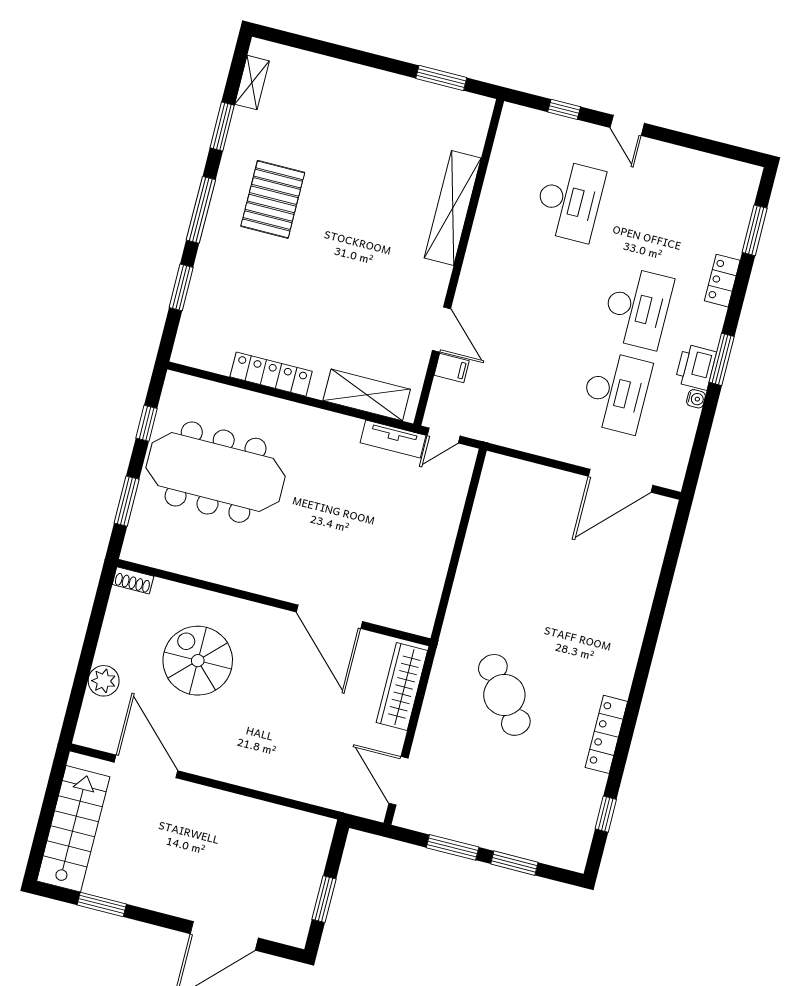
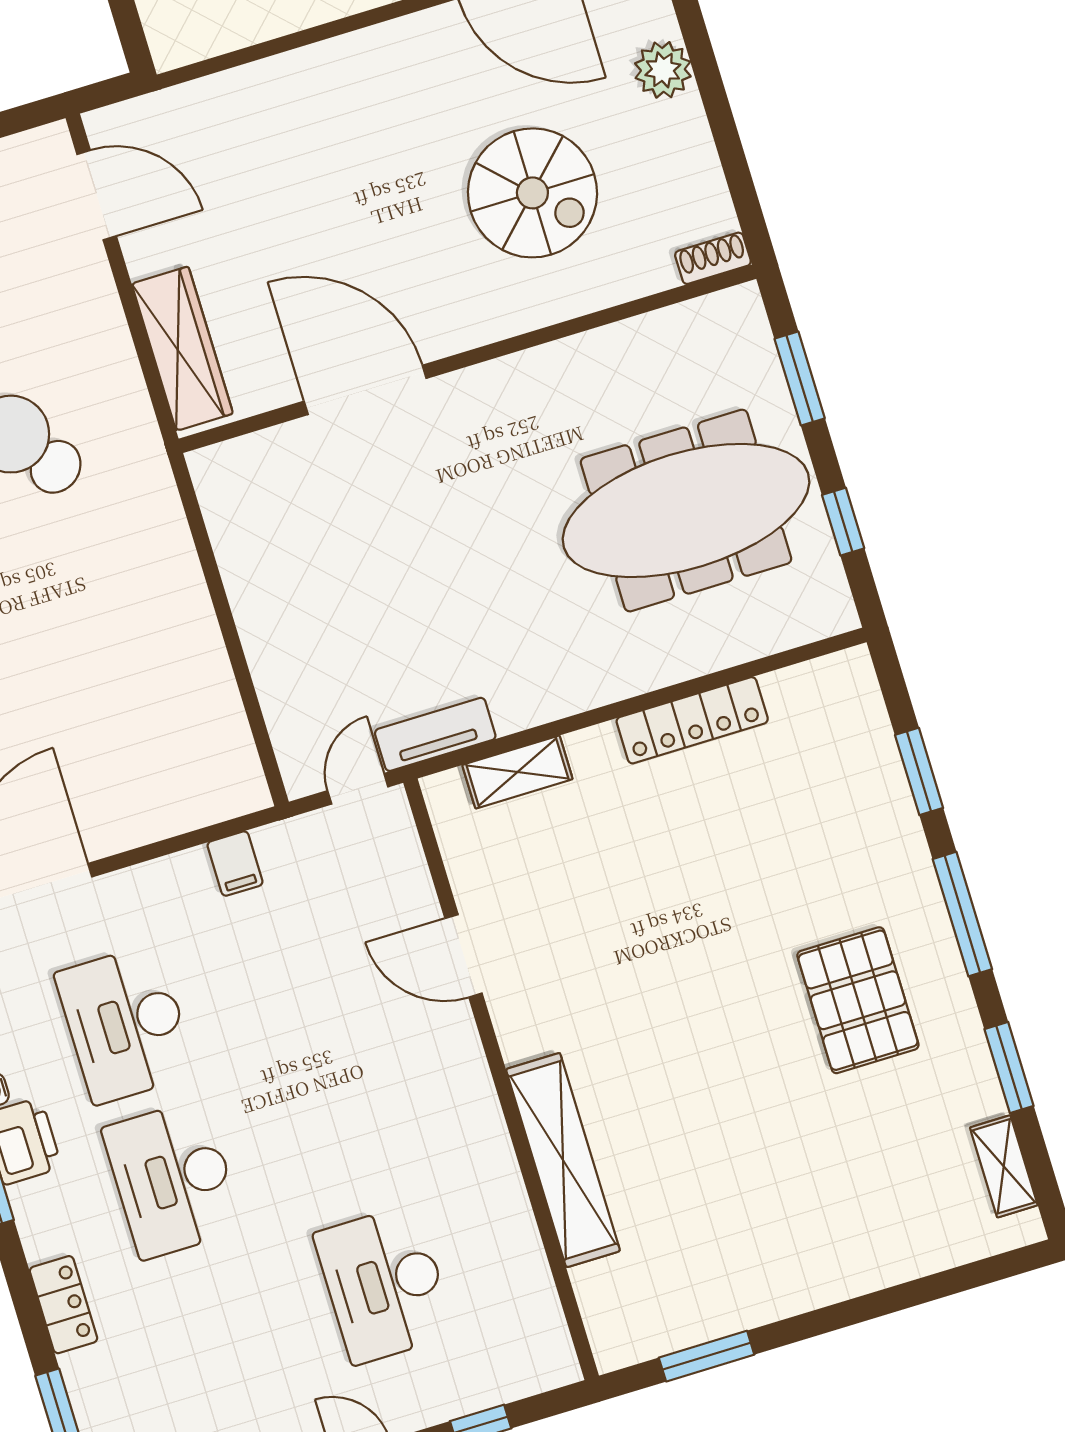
filing cabinet: (452, 368) -> (235, 864), moved, turned -90
shelving: (367, 395) -> (517, 772), width x0.67, depth x0.75

